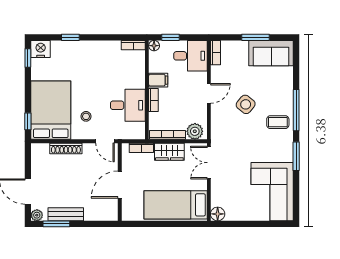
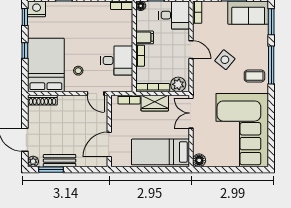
door: (209, 93) -> (191, 50), hinge flipped
window: (28, 121) -> (25, 51), moved
shoe rack: (66, 148) -> (42, 100), moved
window: (296, 156) -> (271, 22), moved
door: (120, 185) -> (109, 144), moved
corner sofa: (272, 192) -> (242, 130), width x1.36, depth x1.36

